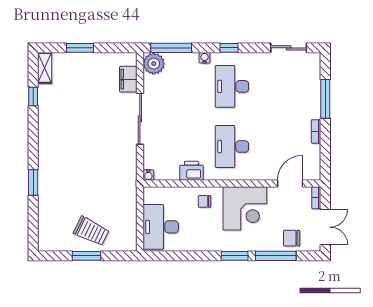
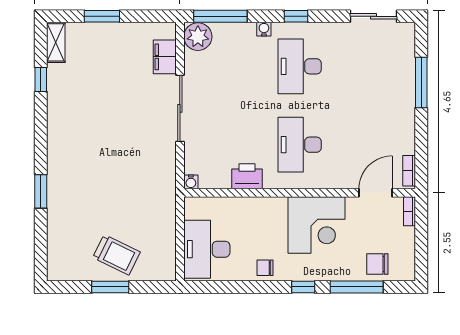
bookcase: (316, 131) -> (409, 171), moved
chair: (204, 201) -> (265, 268), moved
double door: (325, 227) -> (421, 249), removed
window: (235, 256) -> (303, 287), width x0.67

